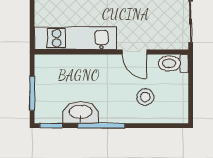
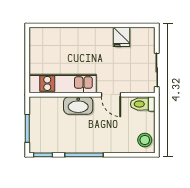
stool: (145, 97) -> (145, 140), moved
washbasin: (81, 112) -> (78, 105), moved, turned 180

